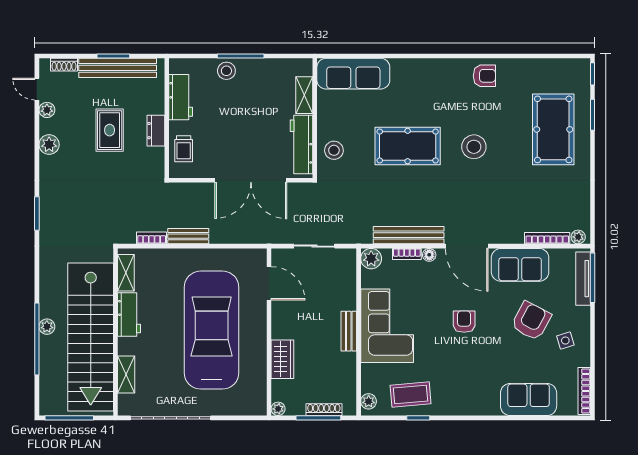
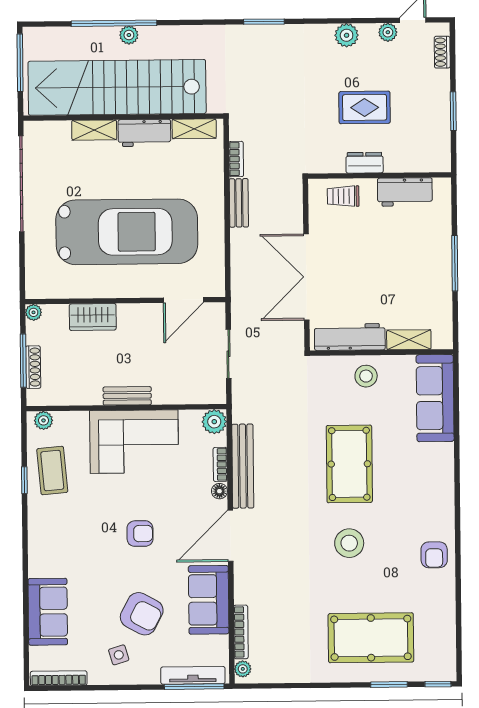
bench: (118, 68) -> (439, 116), removed
stool: (226, 71) -> (437, 246), removed
stool: (334, 150) -> (366, 376), moved
shelving: (126, 375) -> (94, 130), moved

